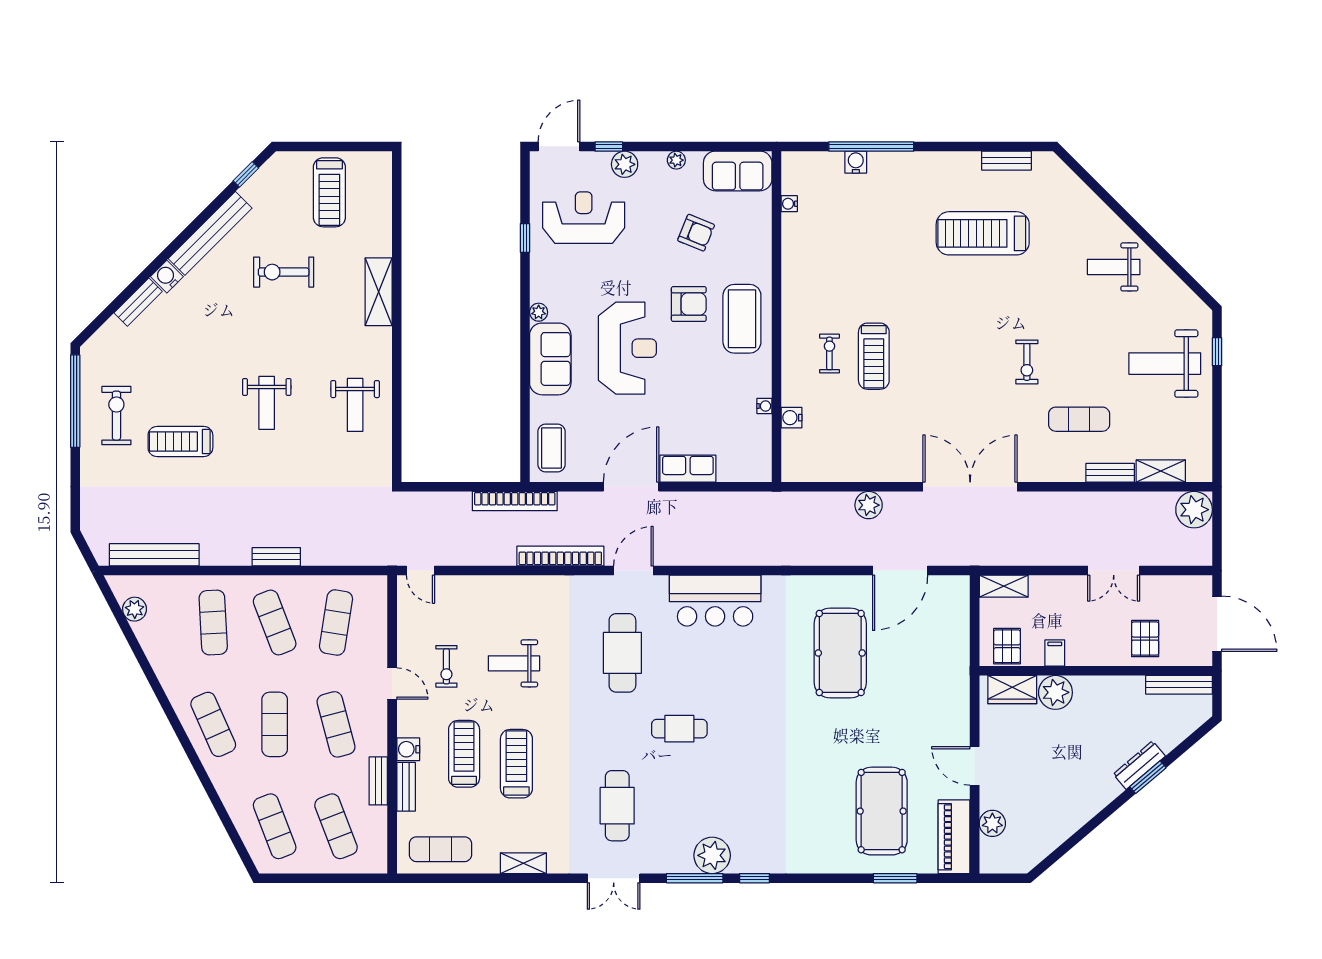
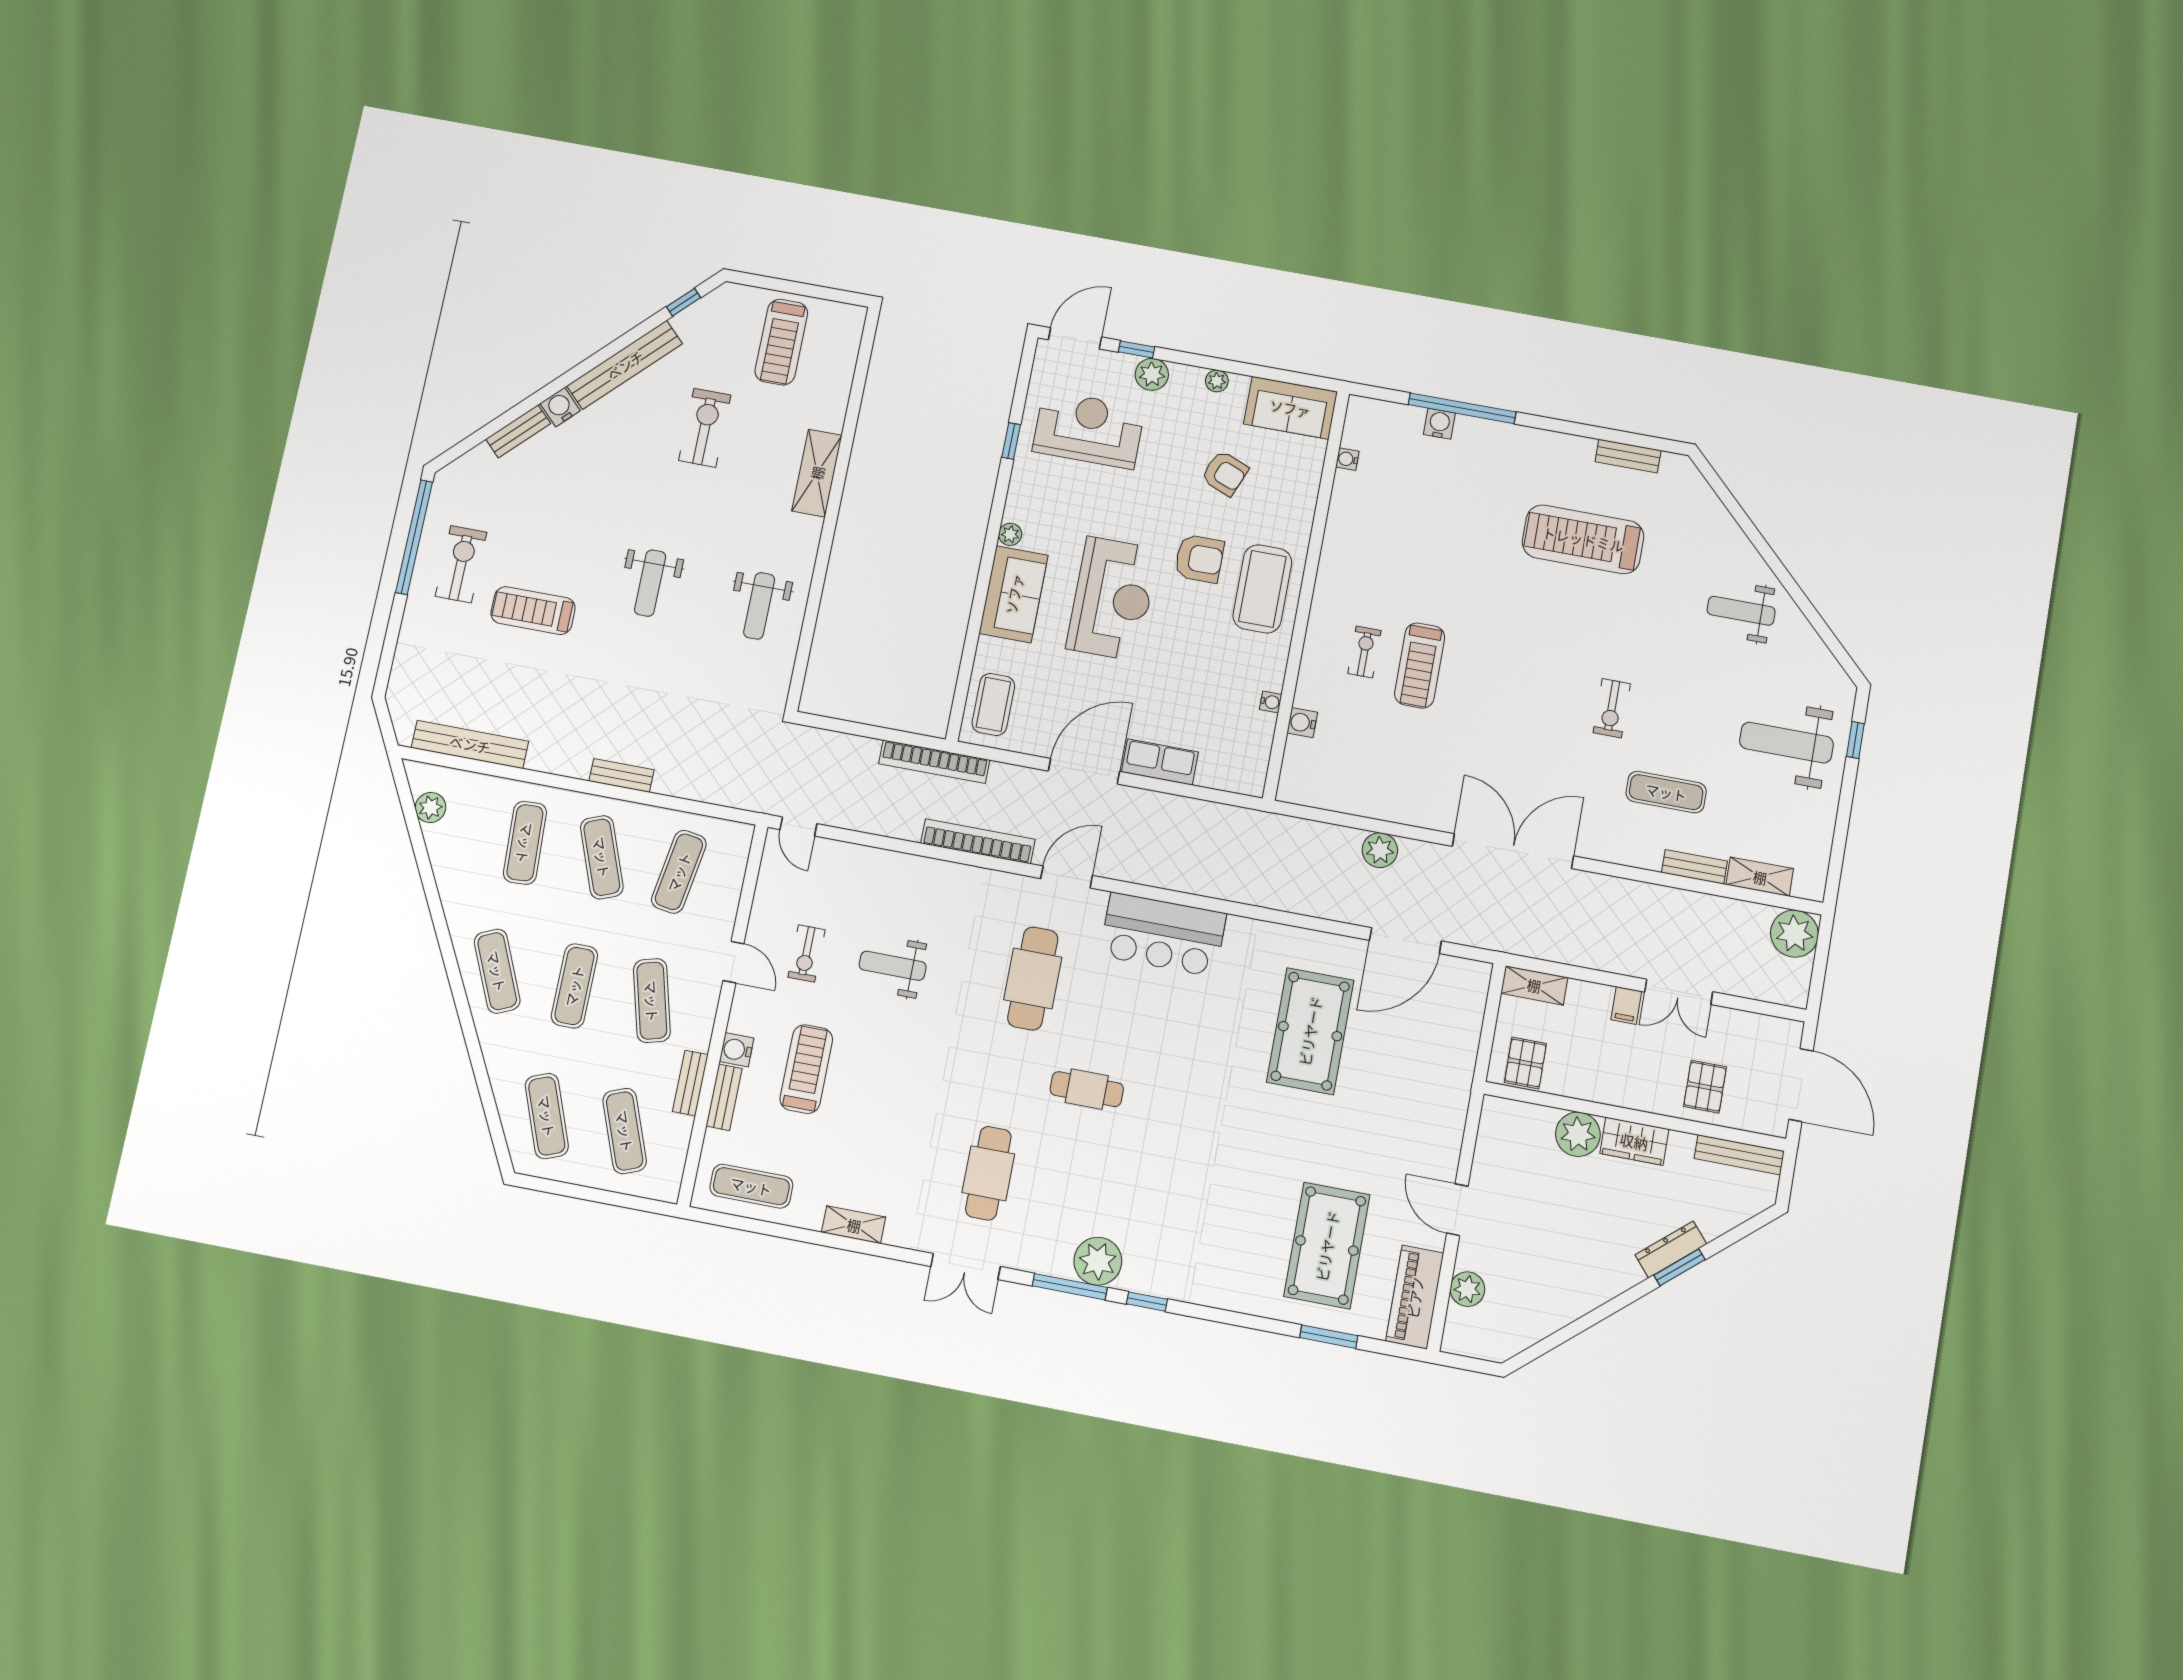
exercise bike: (284, 272) -> (705, 428), turned 90
filing cabinet: (1055, 653) -> (1626, 1005), moved, turned 180
wardrobe: (1012, 690) -> (1634, 1141), moved
treadmill: (516, 764) -> (870, 1094), removed

